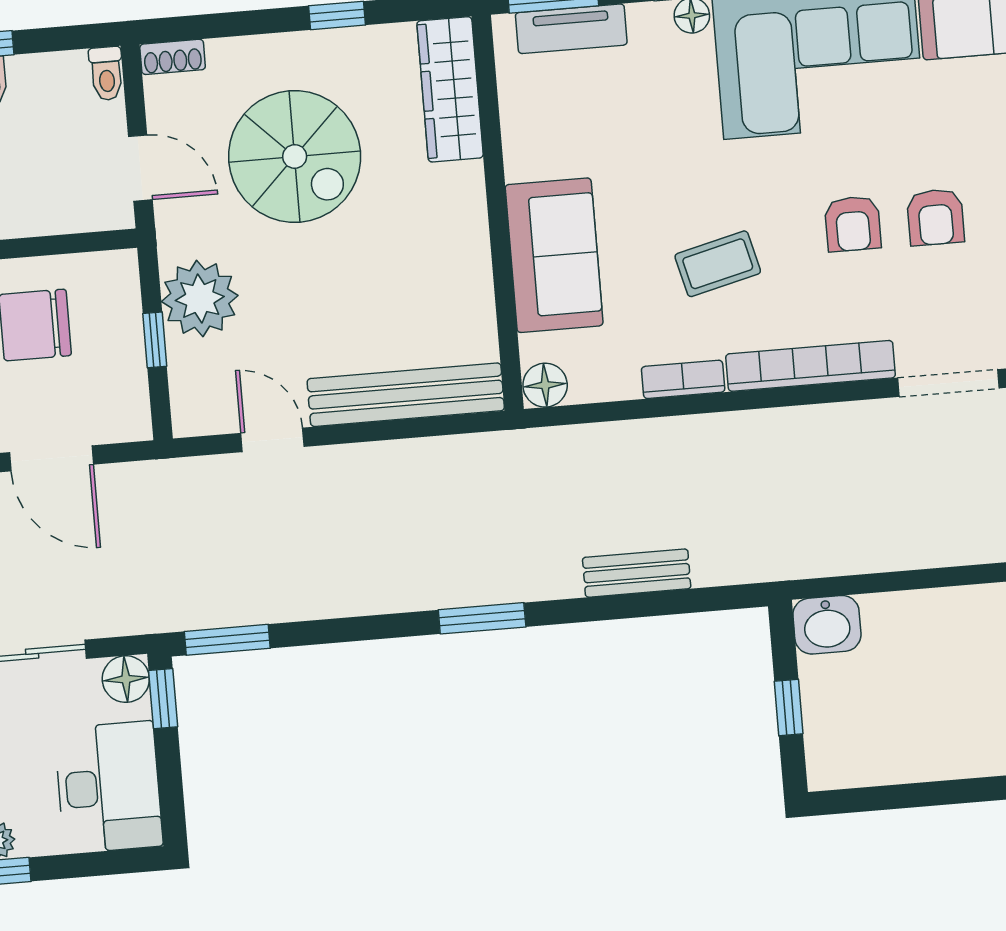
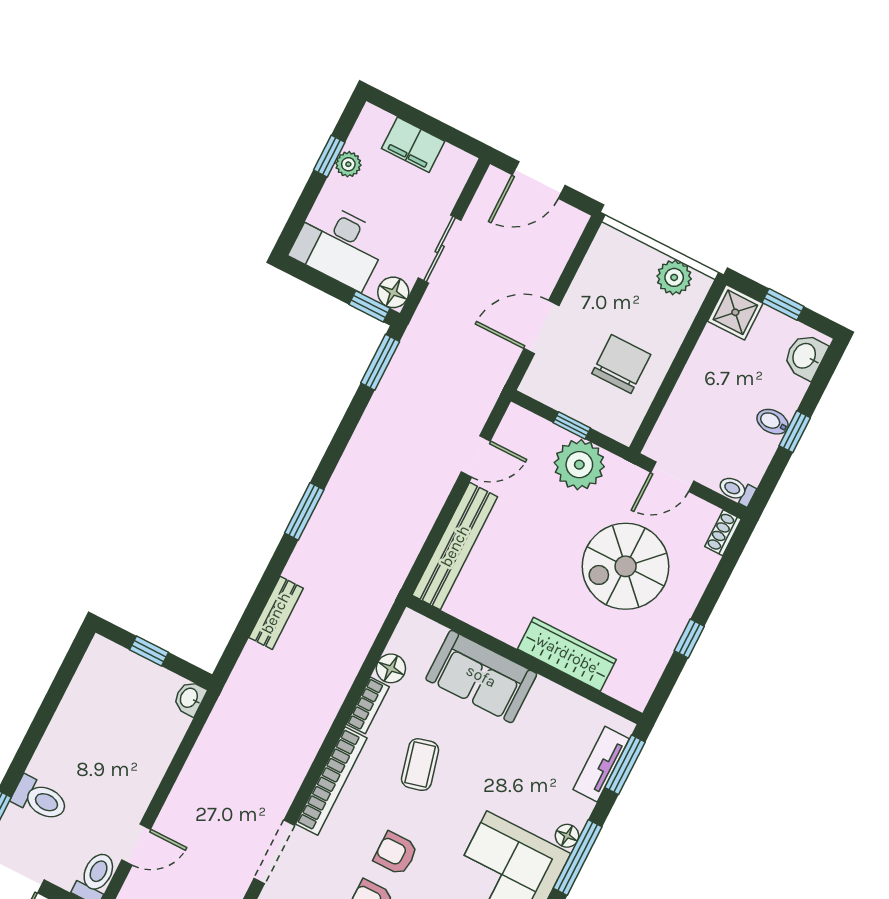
wardrobe: (450, 89) -> (567, 654), moved
floor lamp: (545, 385) -> (391, 668), moved
washbasin: (827, 625) -> (190, 698), width x0.72, depth x0.69

